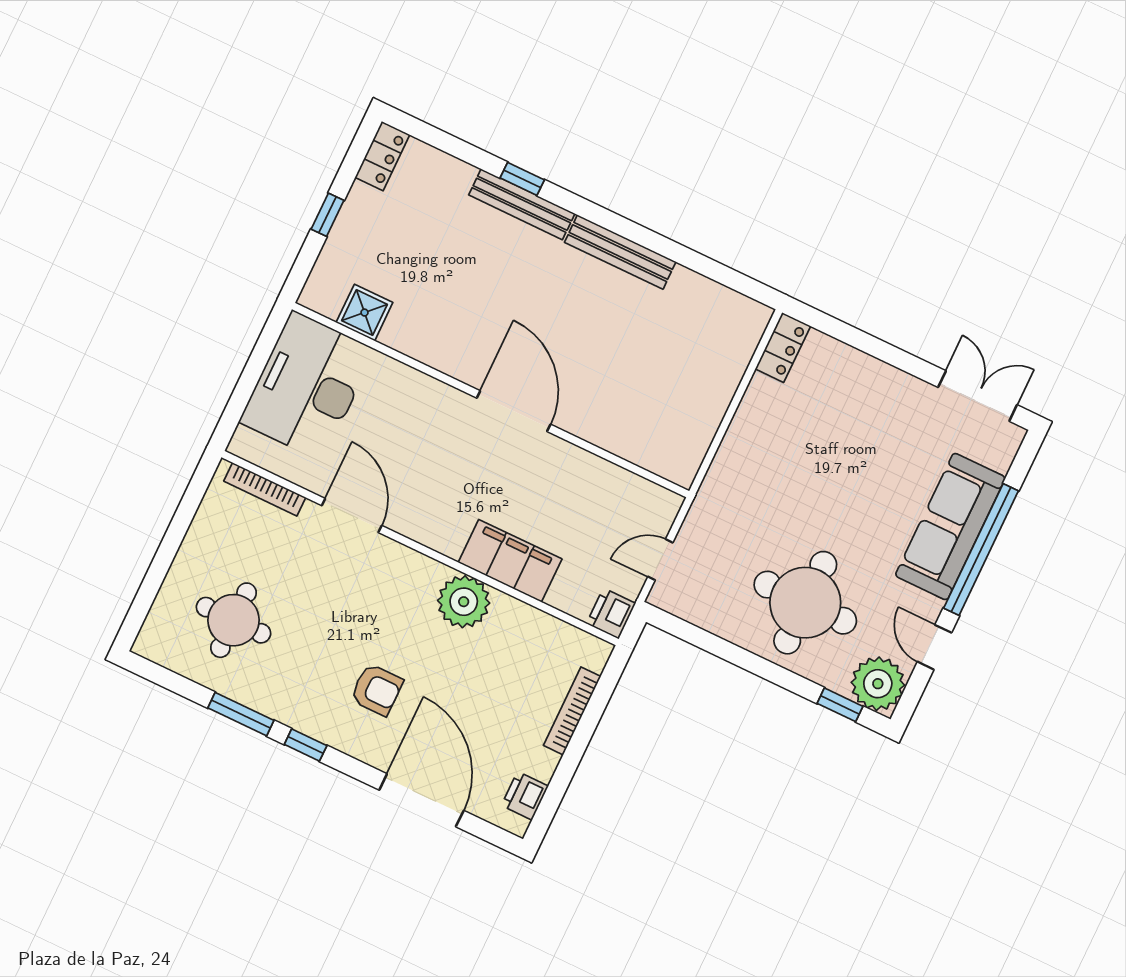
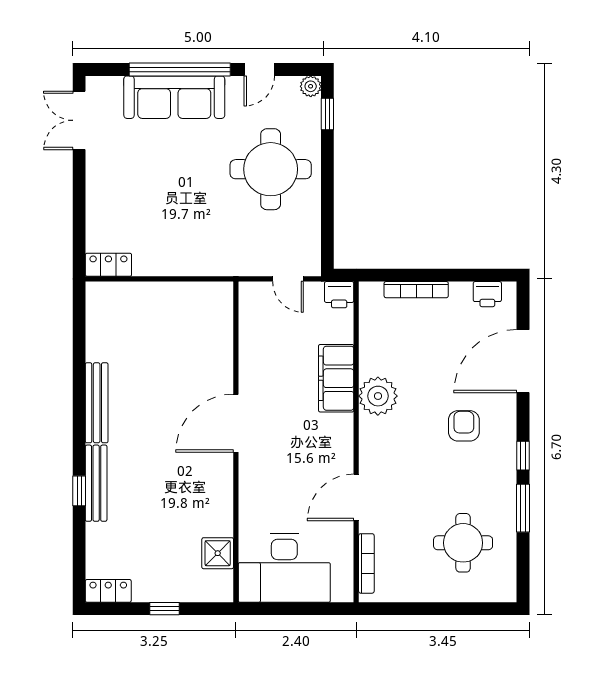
plant: (878, 684) -> (311, 86), width x0.53, depth x0.53

